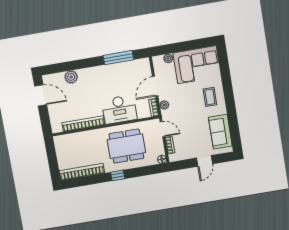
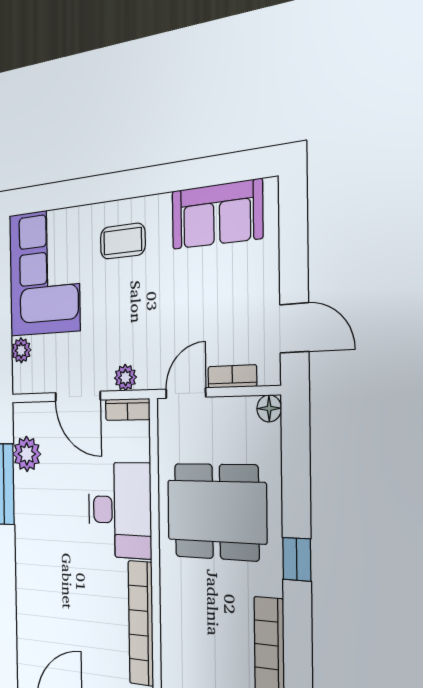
plant: (71, 77) -> (27, 454), moved
dining table: (126, 146) -> (216, 512), turned 90
door: (205, 161) -> (294, 328), moved

